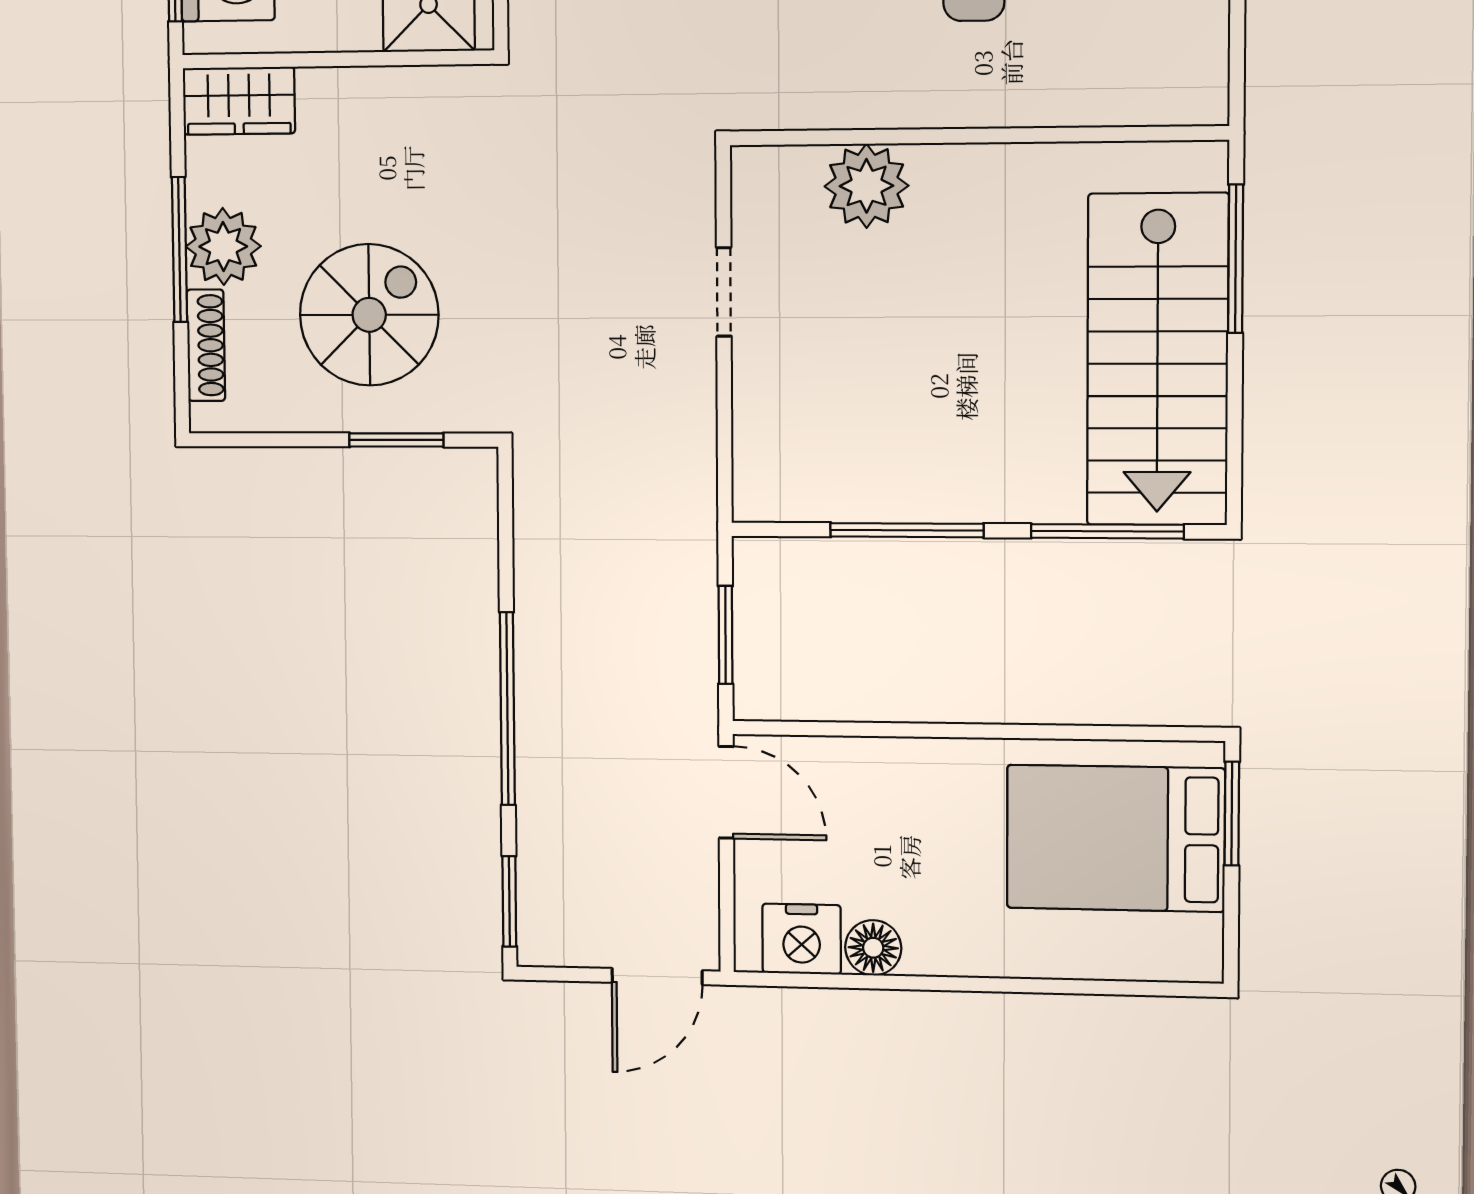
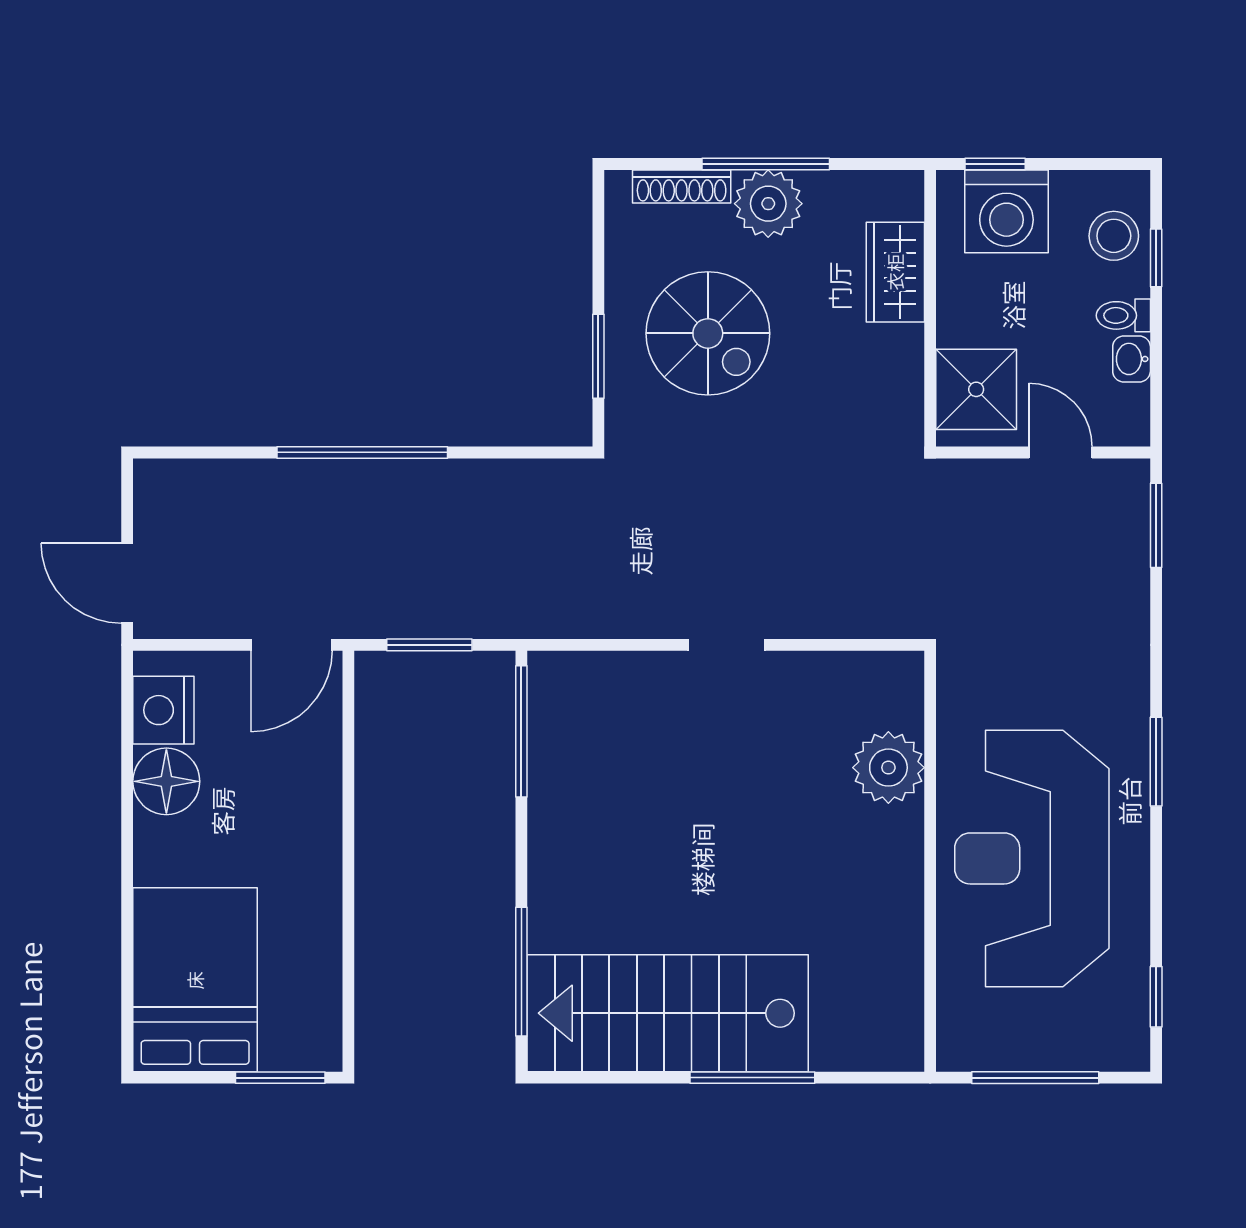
wardrobe: (239, 101) -> (895, 272), moved
wall: (977, 136) -> (930, 861), moved
plant: (867, 186) -> (888, 768), moved
window: (907, 530) -> (521, 731), moved
bed: (1115, 838) -> (195, 980), moved
window: (509, 901) -> (191, 452), removed
floor lamp: (873, 948) -> (166, 781), width x1.38, depth x1.38

